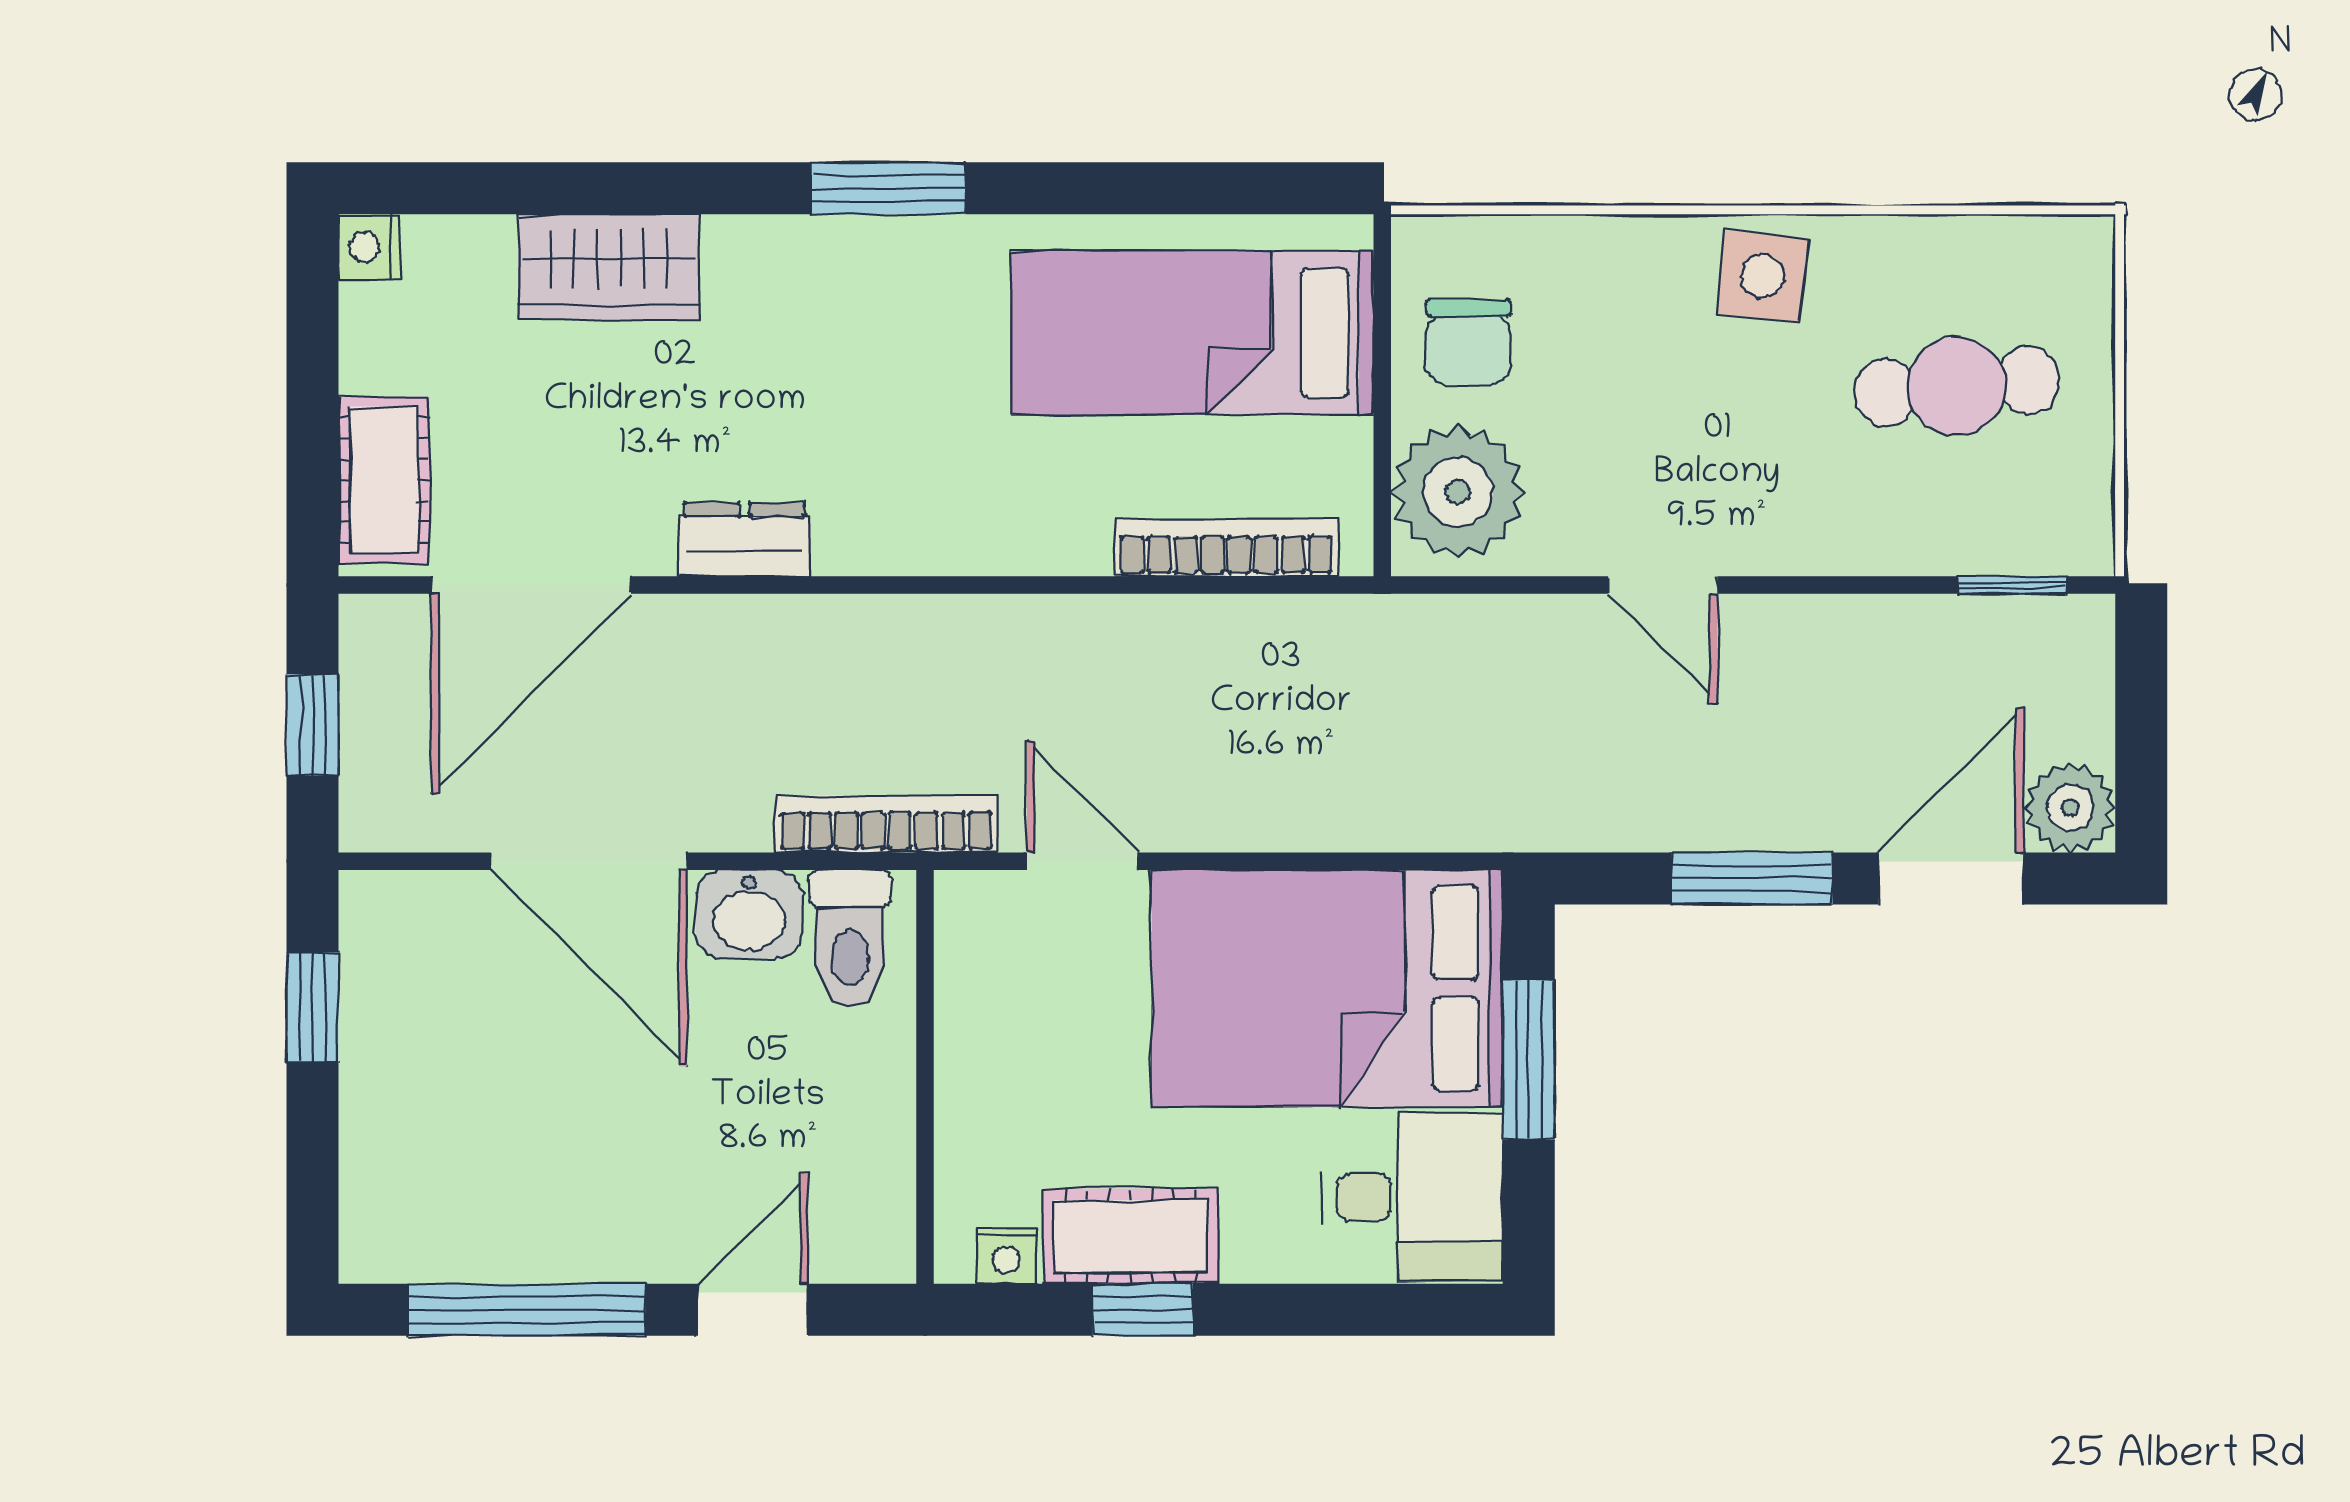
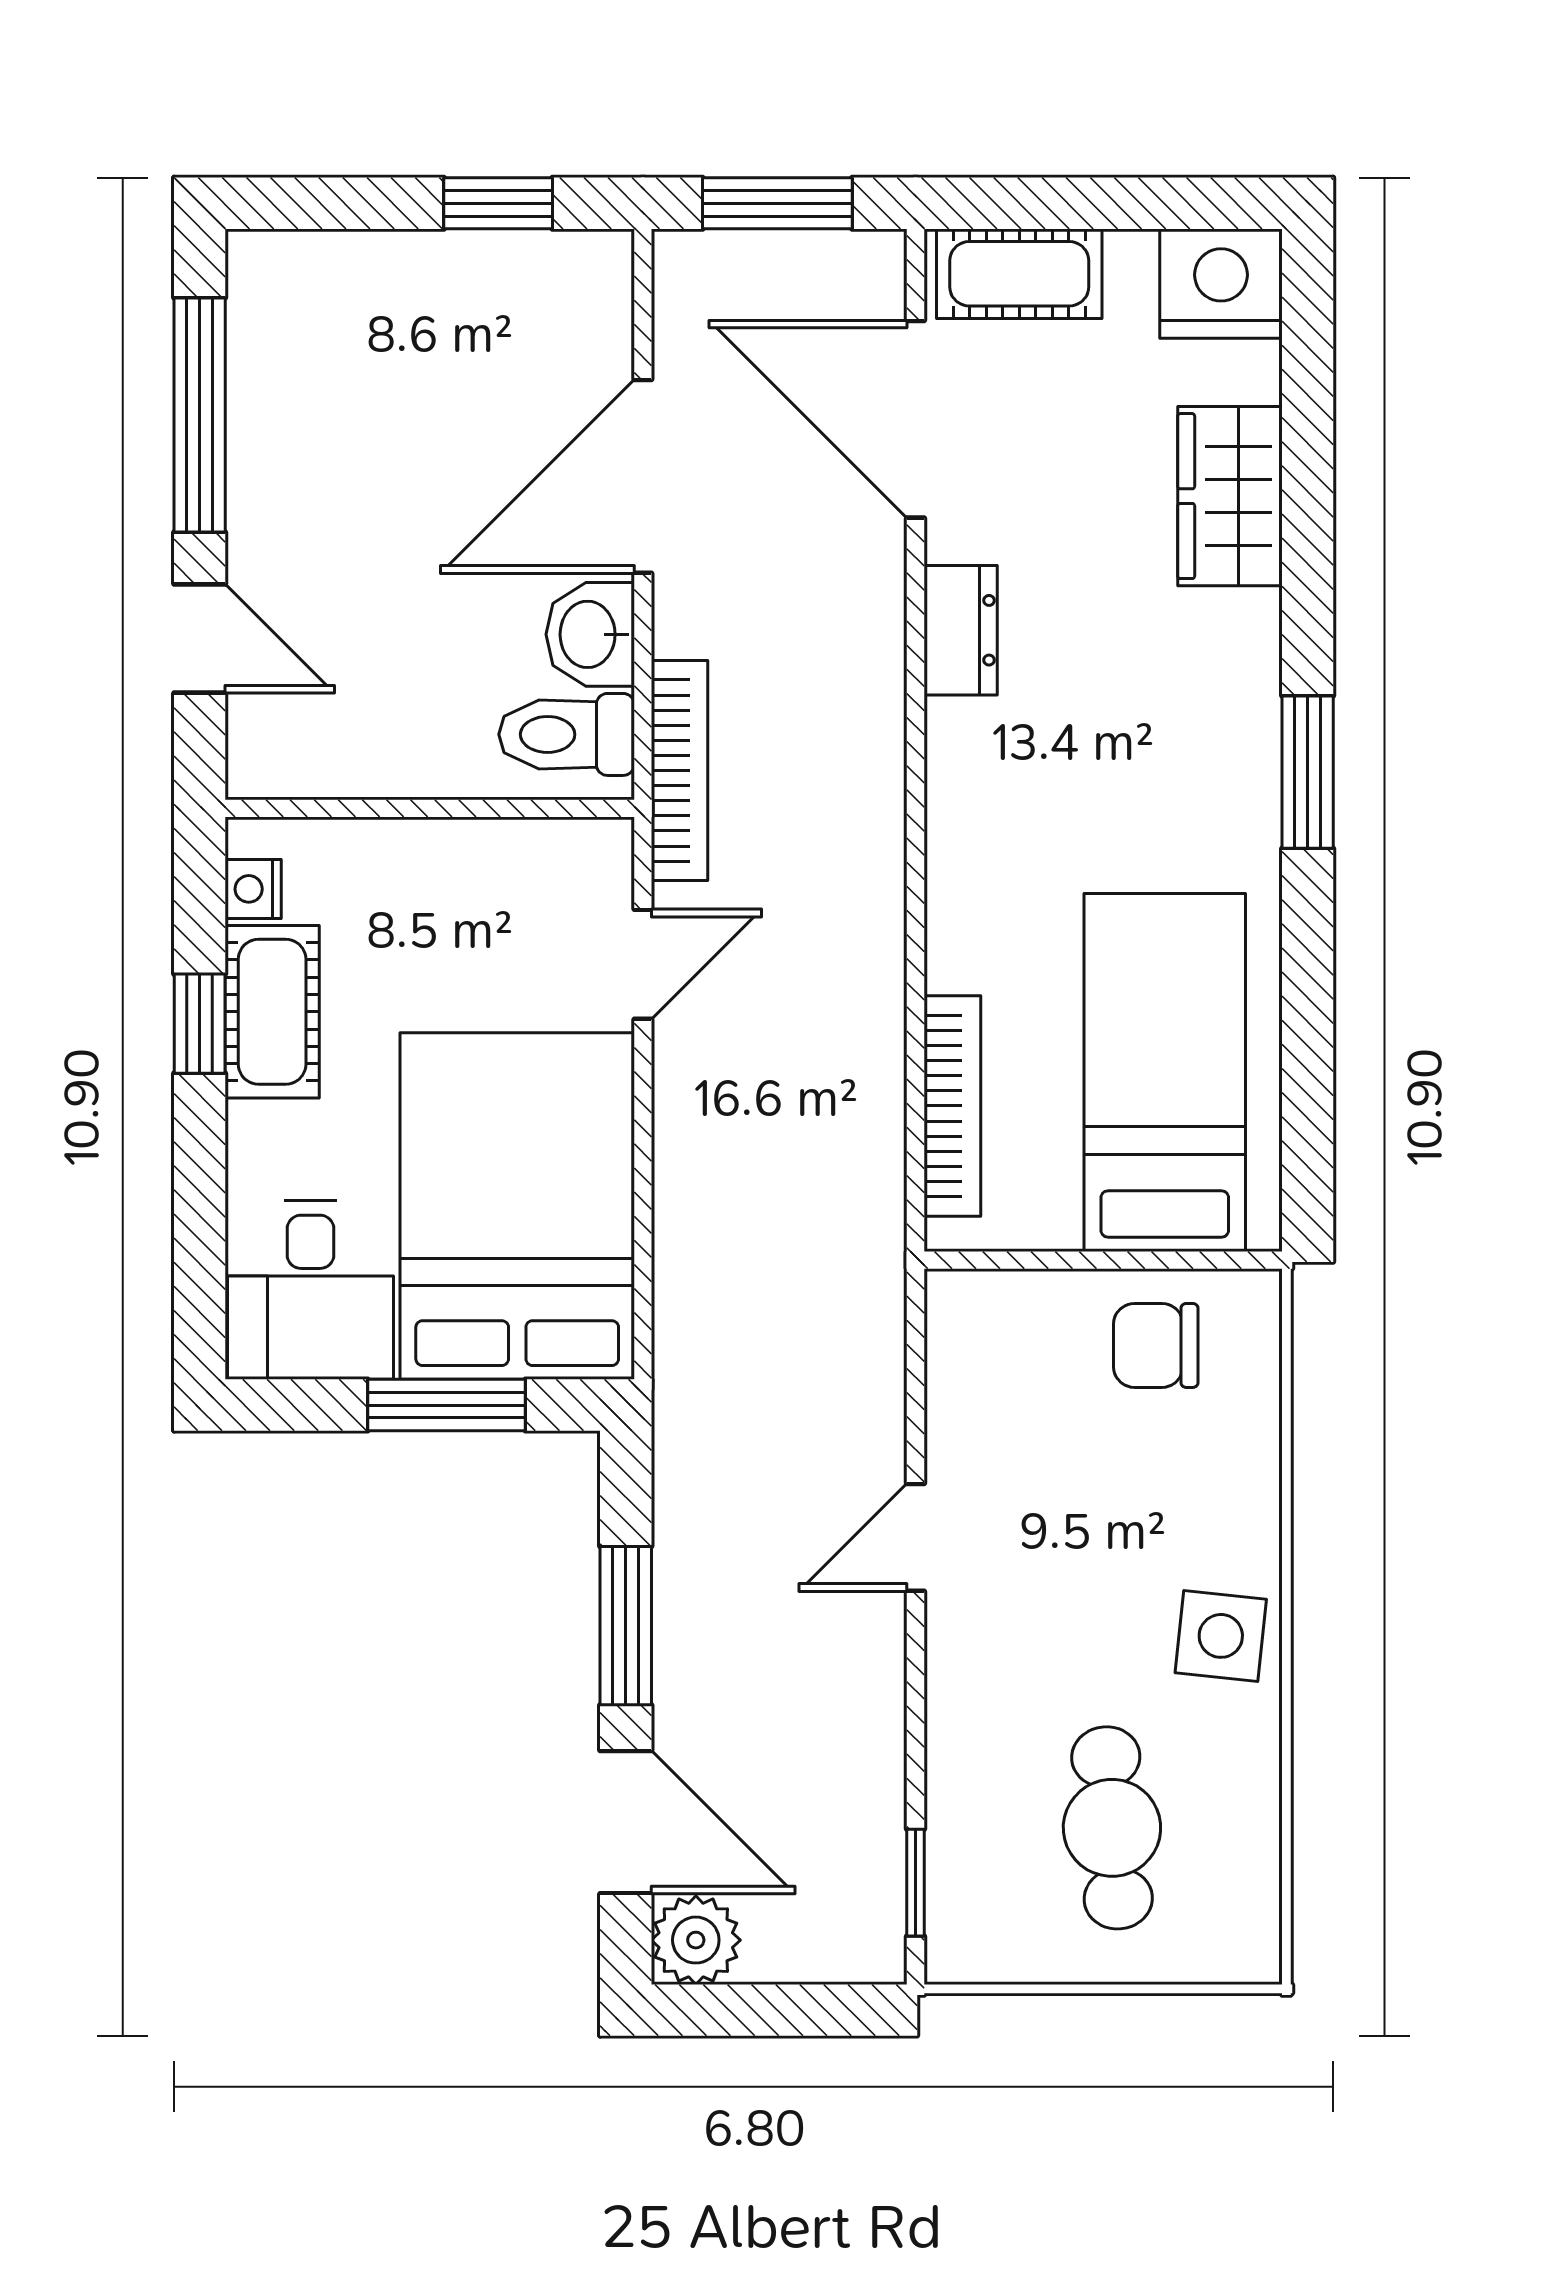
nightstand: (369, 247) -> (1221, 284), width x1.89, depth x1.79
plant: (1458, 492) -> (1008, 1335), removed
window: (313, 725) -> (777, 203), width x1.50

